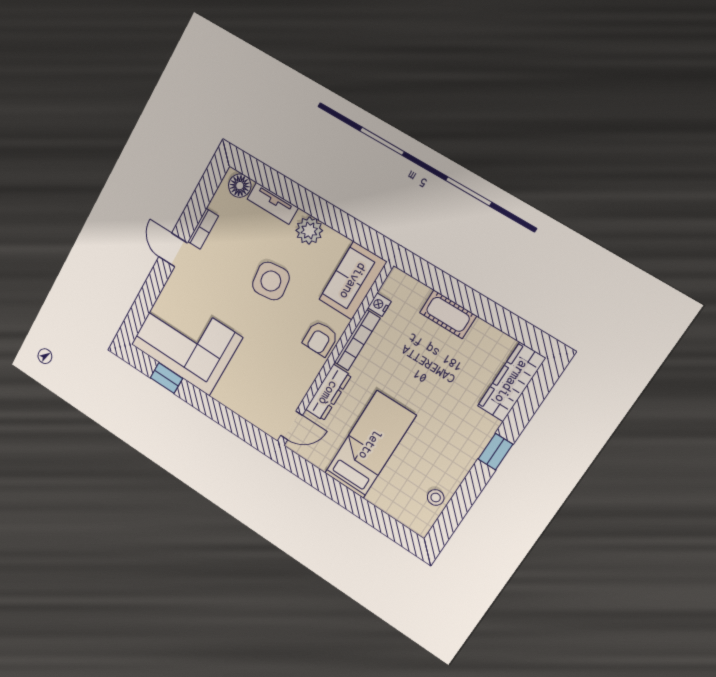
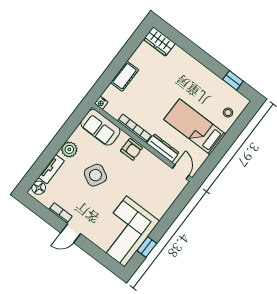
side table: (271, 281) -> (95, 175), turned 35
nightstand: (379, 305) -> (101, 103), moved
wardrobe: (511, 382) -> (159, 41), width x0.67
window: (496, 452) -> (233, 80), moved
stool: (436, 497) -> (228, 113), moved

